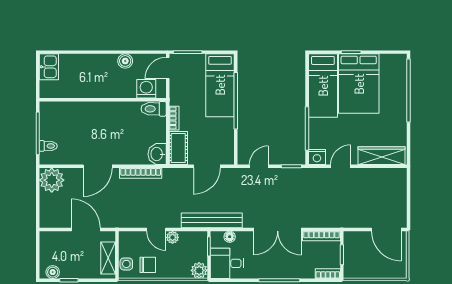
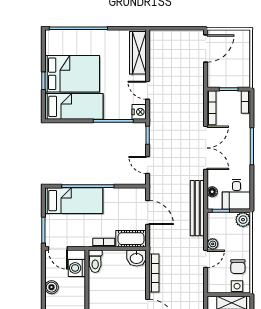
chair: (148, 265) -> (238, 267), turned 180

